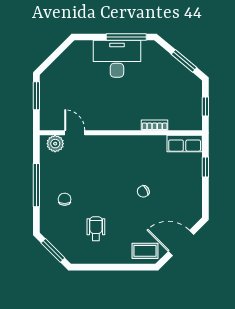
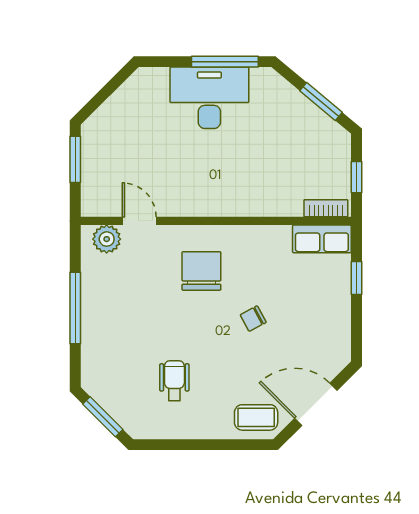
bookcase: (155, 125) -> (326, 208), moved
chair: (65, 199) -> (201, 271), moved, width x1.87, depth x1.87

